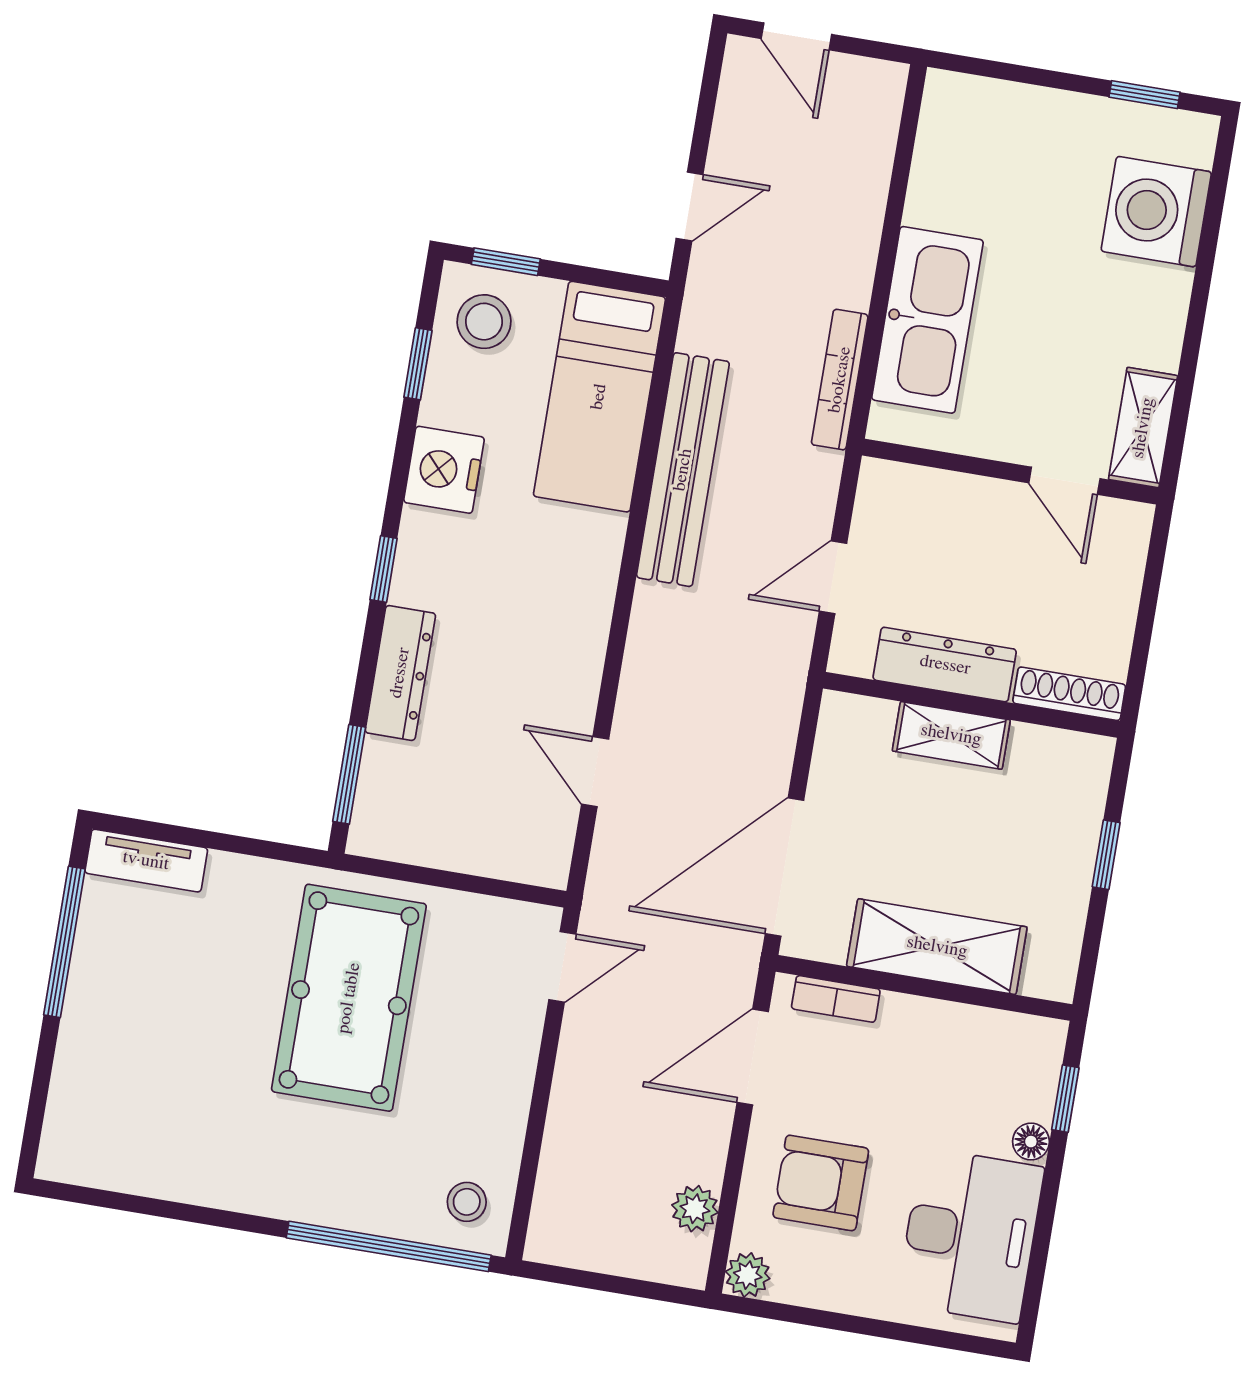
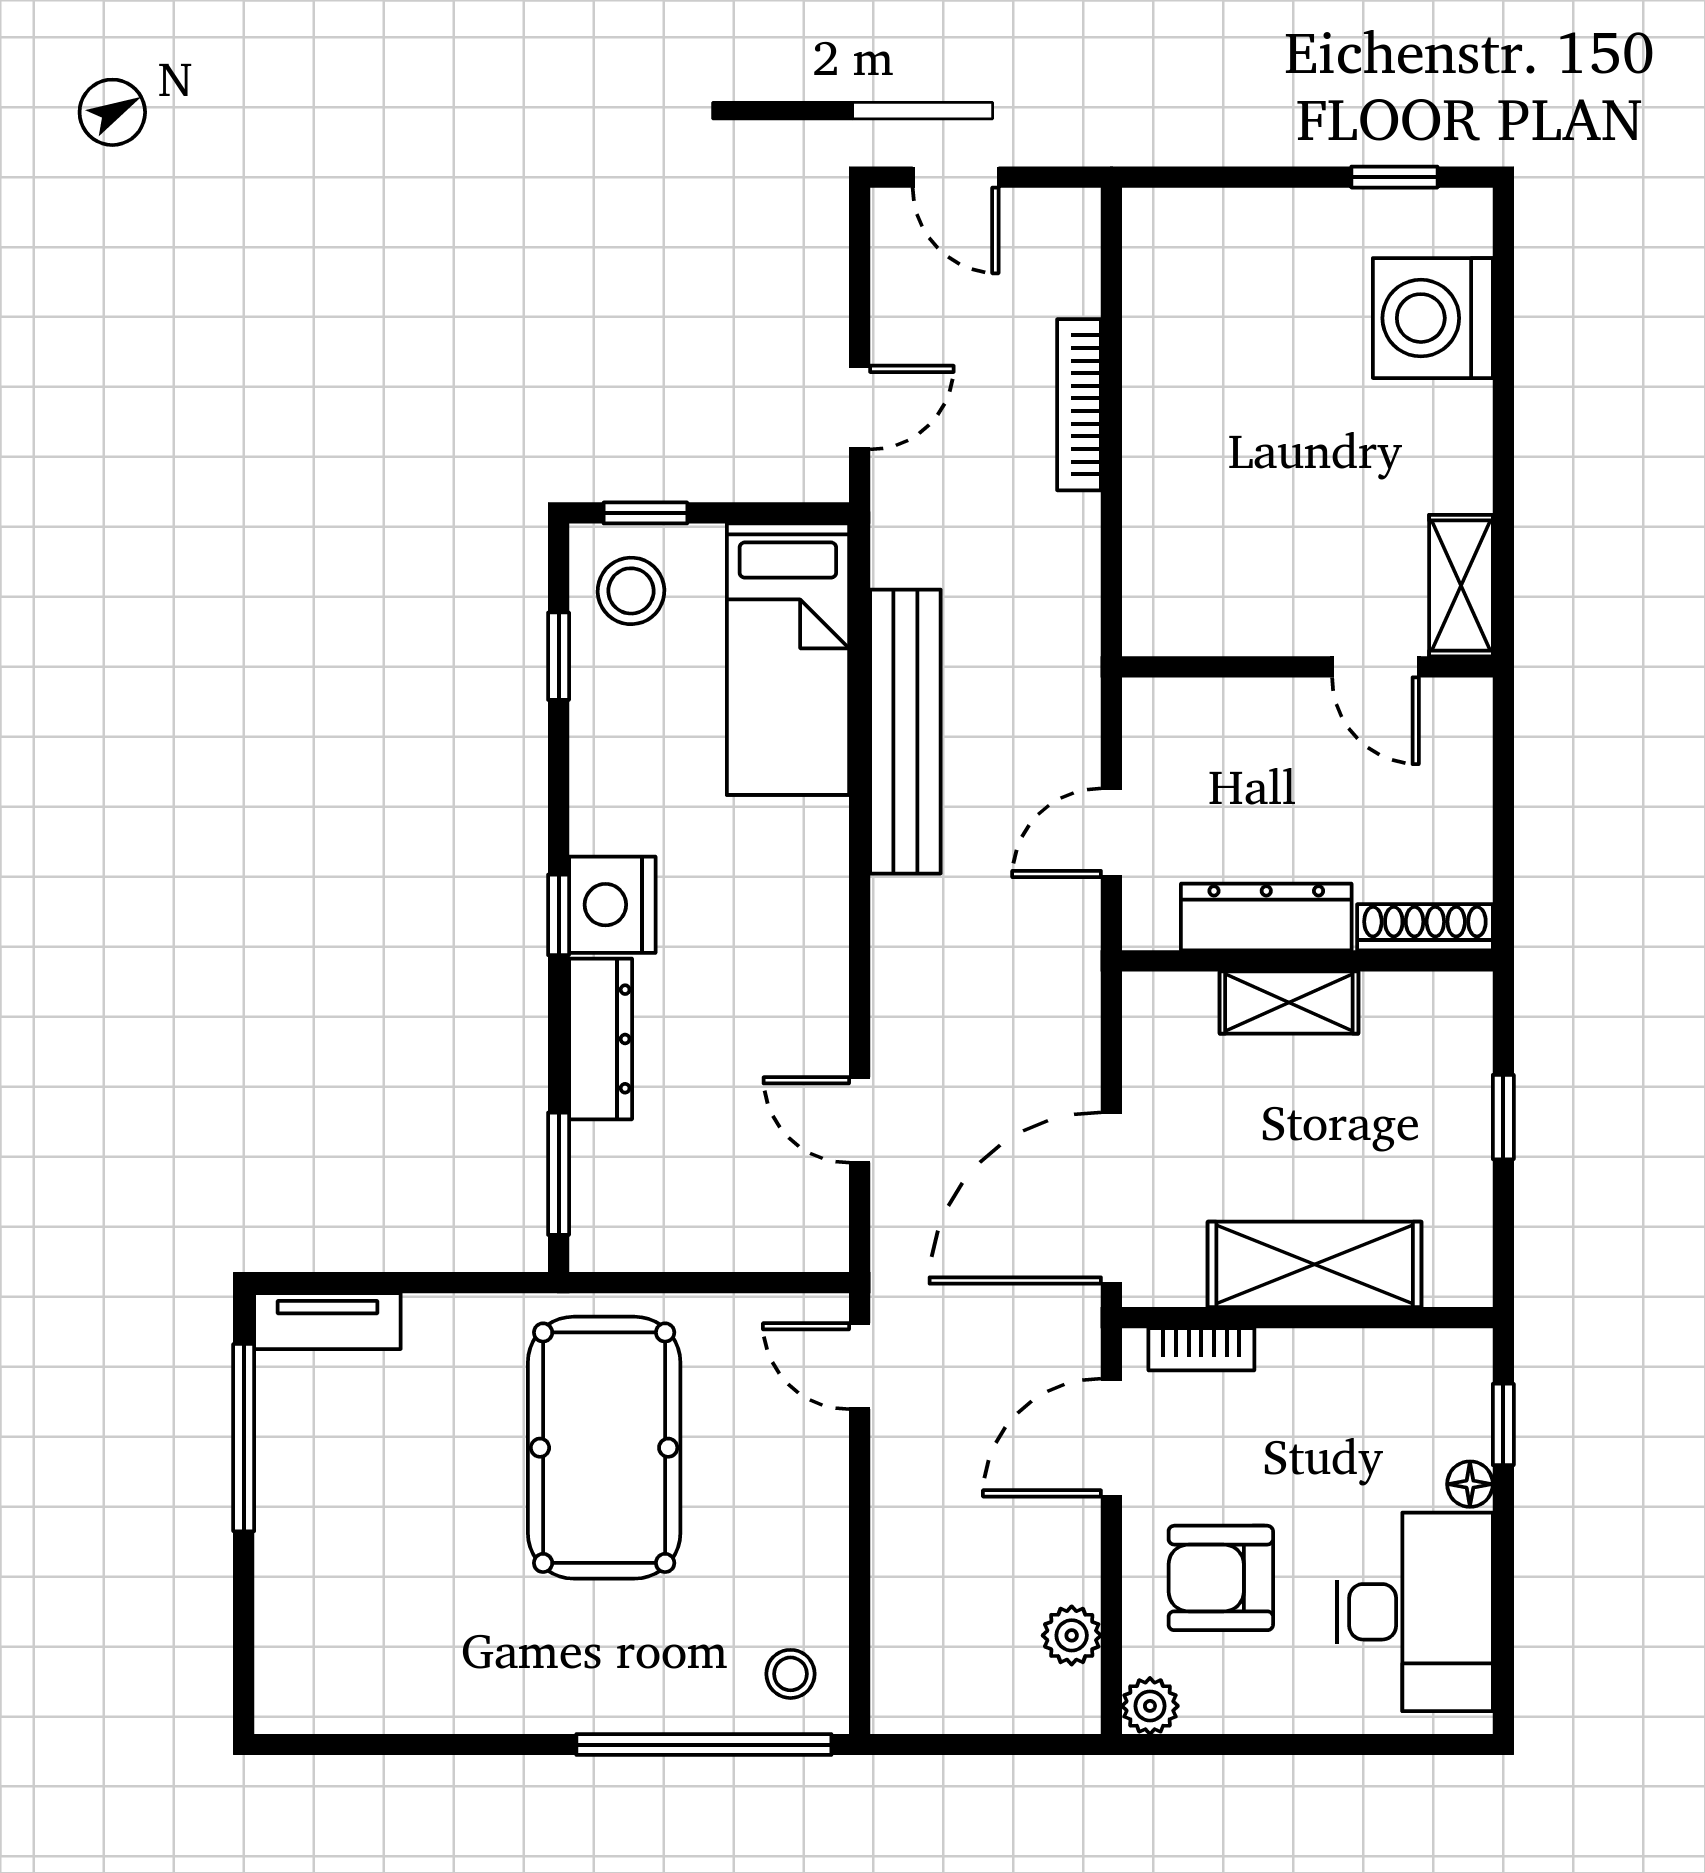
kitchen sink: (927, 320) -> (1174, 498), removed
bookcase: (840, 380) -> (1079, 405), moved
nightstand: (444, 470) -> (612, 905), moved
door: (562, 967) -> (860, 1366), swing flipped

